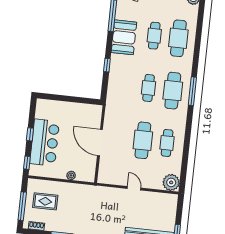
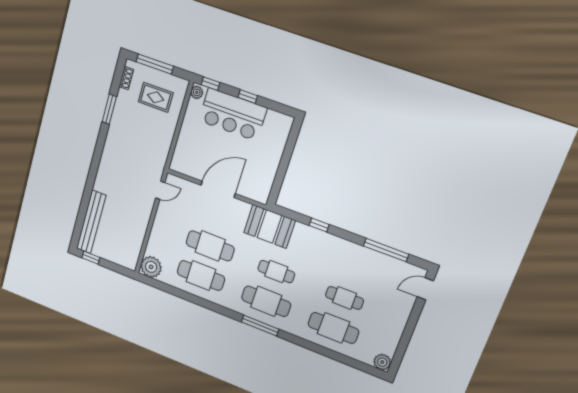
booth: (124, 37) -> (269, 227), moved
cafe table: (167, 143) -> (201, 276), width x1.37, depth x1.35
plant: (71, 175) -> (197, 92), moved
door: (134, 188) -> (160, 190), moved
rug: (45, 201) -> (156, 97), turned 90

